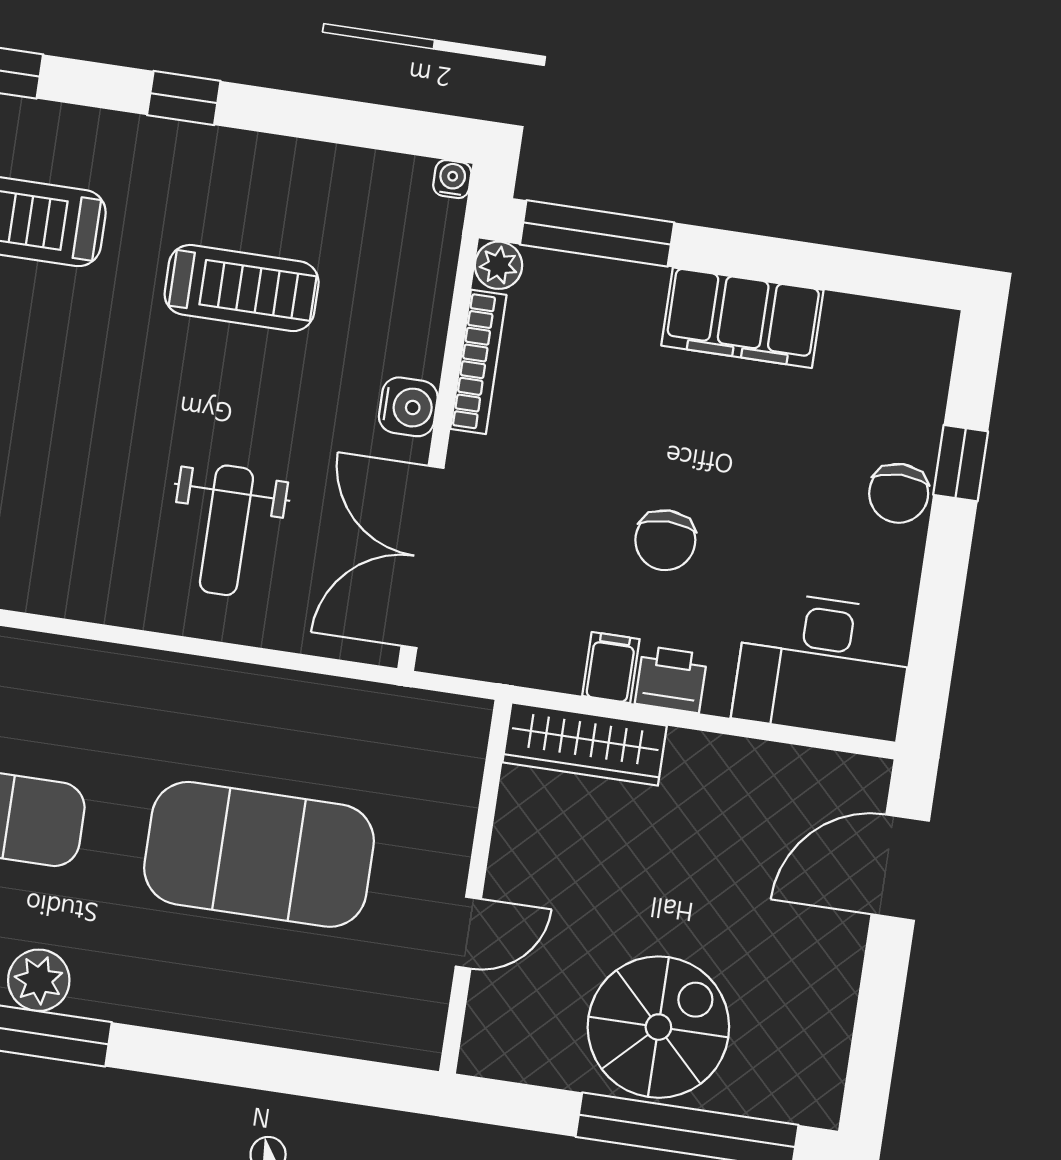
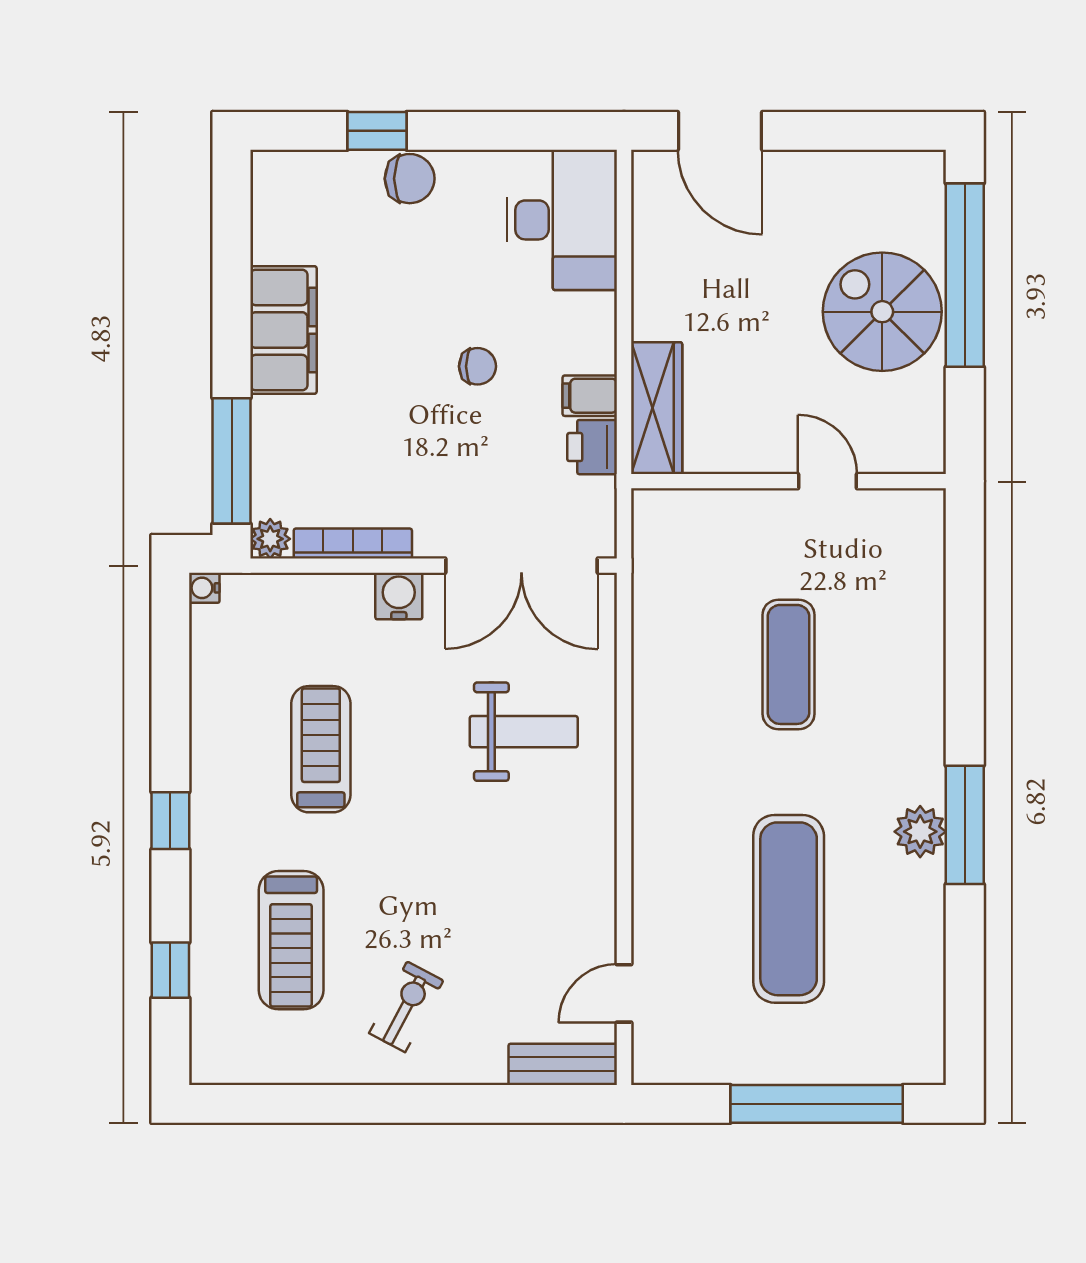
chair: (665, 540) -> (478, 366), width x0.73, depth x0.73
printer: (671, 679) -> (592, 447), moved
exercise mat: (259, 854) -> (789, 664), width x0.50, depth x0.69

